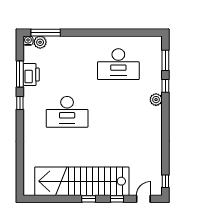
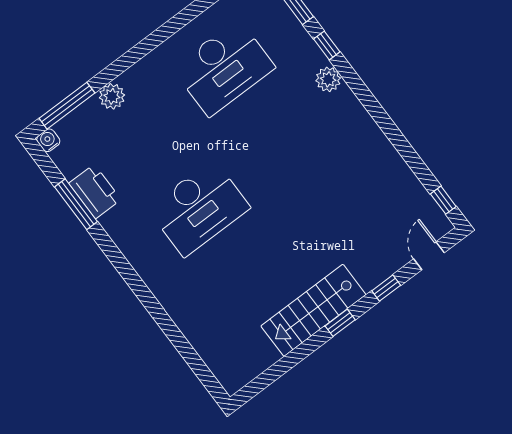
plant: (40, 42) -> (112, 96), moved
window: (20, 103) -> (111, 251), removed
stairs: (82, 181) -> (313, 310), width x0.54, depth x0.66

